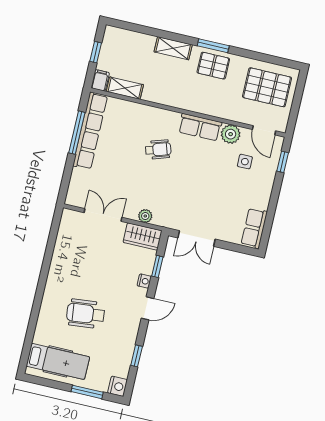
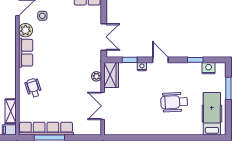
wheelchair: (158, 150) -> (33, 88), moved
wheelchair: (86, 314) -> (174, 102), turned 93
nightstand: (118, 386) -> (209, 68), moved

